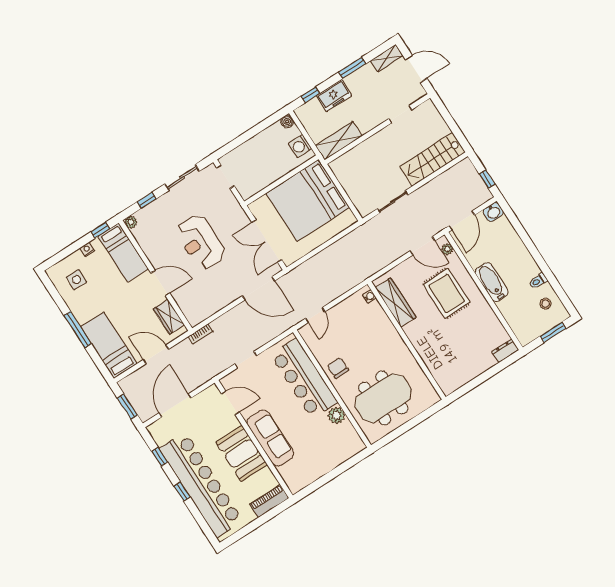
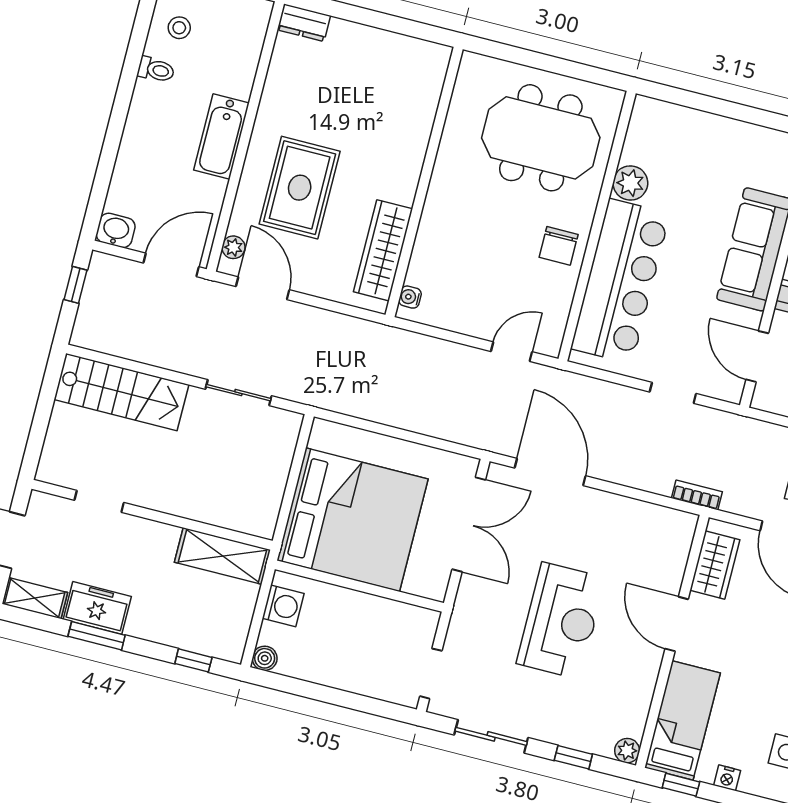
freezer: (334, 96) -> (97, 608), moved

